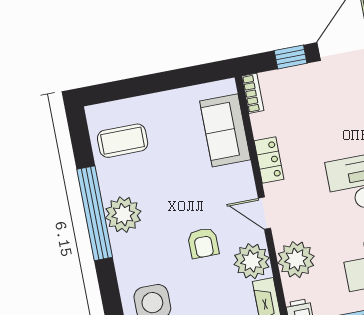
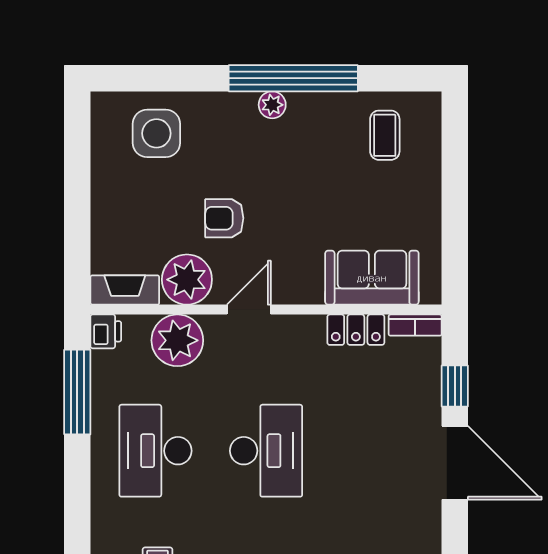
coffee table: (123, 141) -> (385, 135), width x0.73, depth x0.77
locker: (269, 160) -> (356, 330), moved
plant: (123, 215) -> (272, 105), width x0.53, depth x0.53

